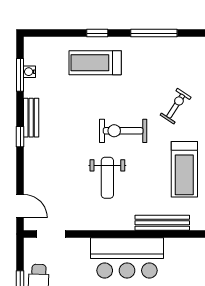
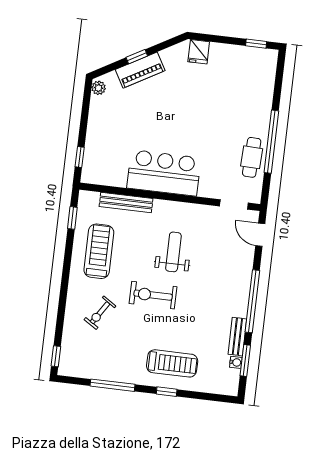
bench: (31, 118) -> (237, 337), moved
exercise bike: (123, 131) -> (153, 295), turned 180
window: (20, 137) -> (252, 301), width x3.17

